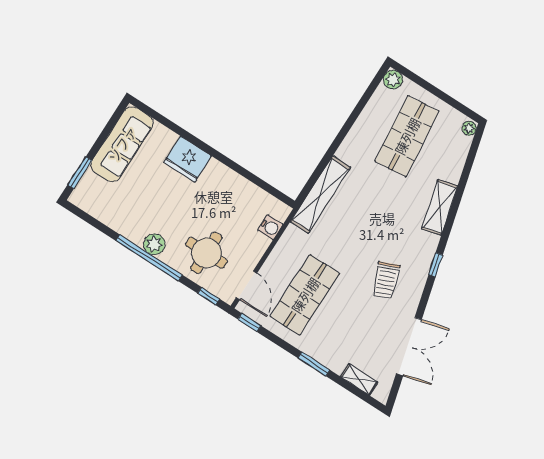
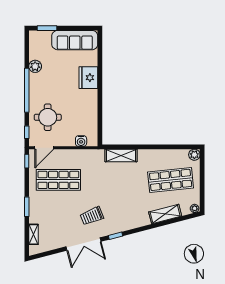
shelving: (320, 195) -> (121, 155), width x0.68
shelving: (440, 207) -> (165, 214), moved
plant: (154, 244) -> (35, 66), moved
double door: (409, 347) -> (83, 244), moved

